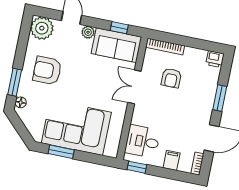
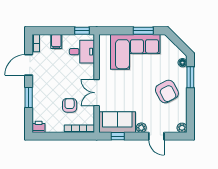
plant: (42, 28) -> (182, 128), width x0.53, depth x0.53
armchair: (47, 71) -> (167, 92), turned 62
double door: (134, 87) -> (97, 93), swing flipped

